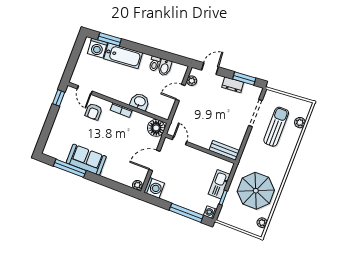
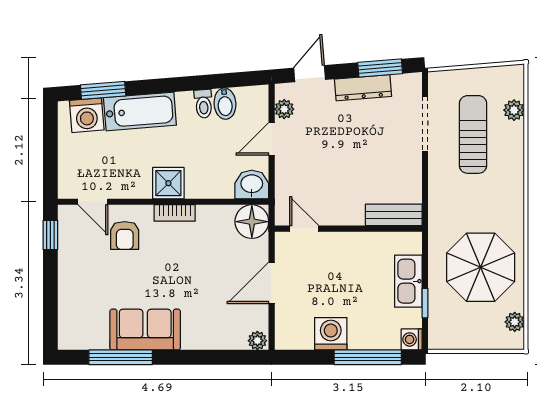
dresser: (233, 85) -> (363, 88), width x1.44
shower: (124, 95) -> (168, 183), added
washbasin: (140, 102) -> (252, 185), moved
washing machine: (154, 188) -> (331, 334), moved, turned -90

